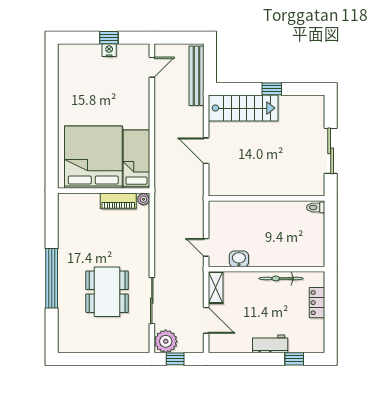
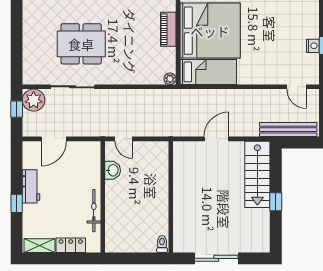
piano: (118, 201) -> (168, 29), moved
door: (206, 247) -> (124, 139), swing flipped
shelving: (216, 288) -> (40, 246), moved
workbench: (270, 344) -> (31, 186), moved
window: (294, 359) -> (17, 203), moved

